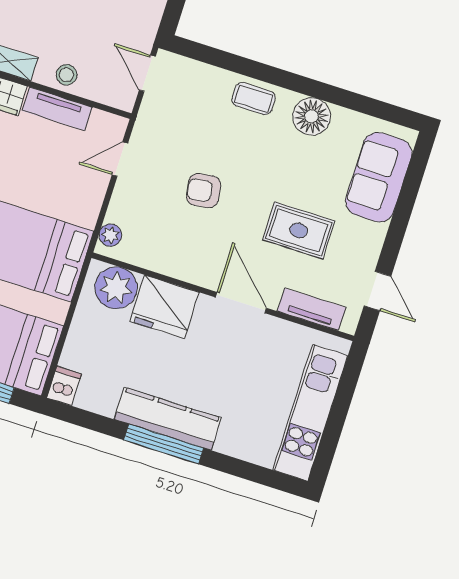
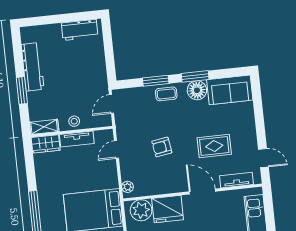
window: (245, 67) -> (156, 81), added
door: (147, 73) -> (112, 104), hinge flipped
window: (319, 90) -> (195, 76), added
sofa: (379, 177) -> (230, 90), moved, turned -90

